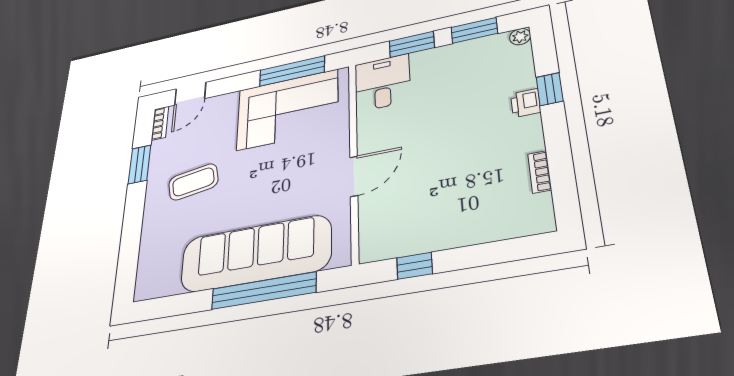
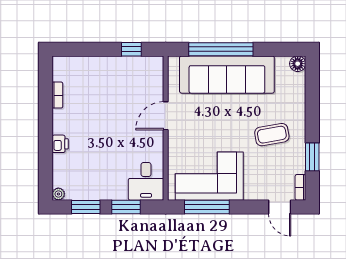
window: (550, 89) -> (46, 150), removed
door: (190, 94) -> (280, 207), swing flipped
floor lamp: (146, 289) -> (298, 64), added

